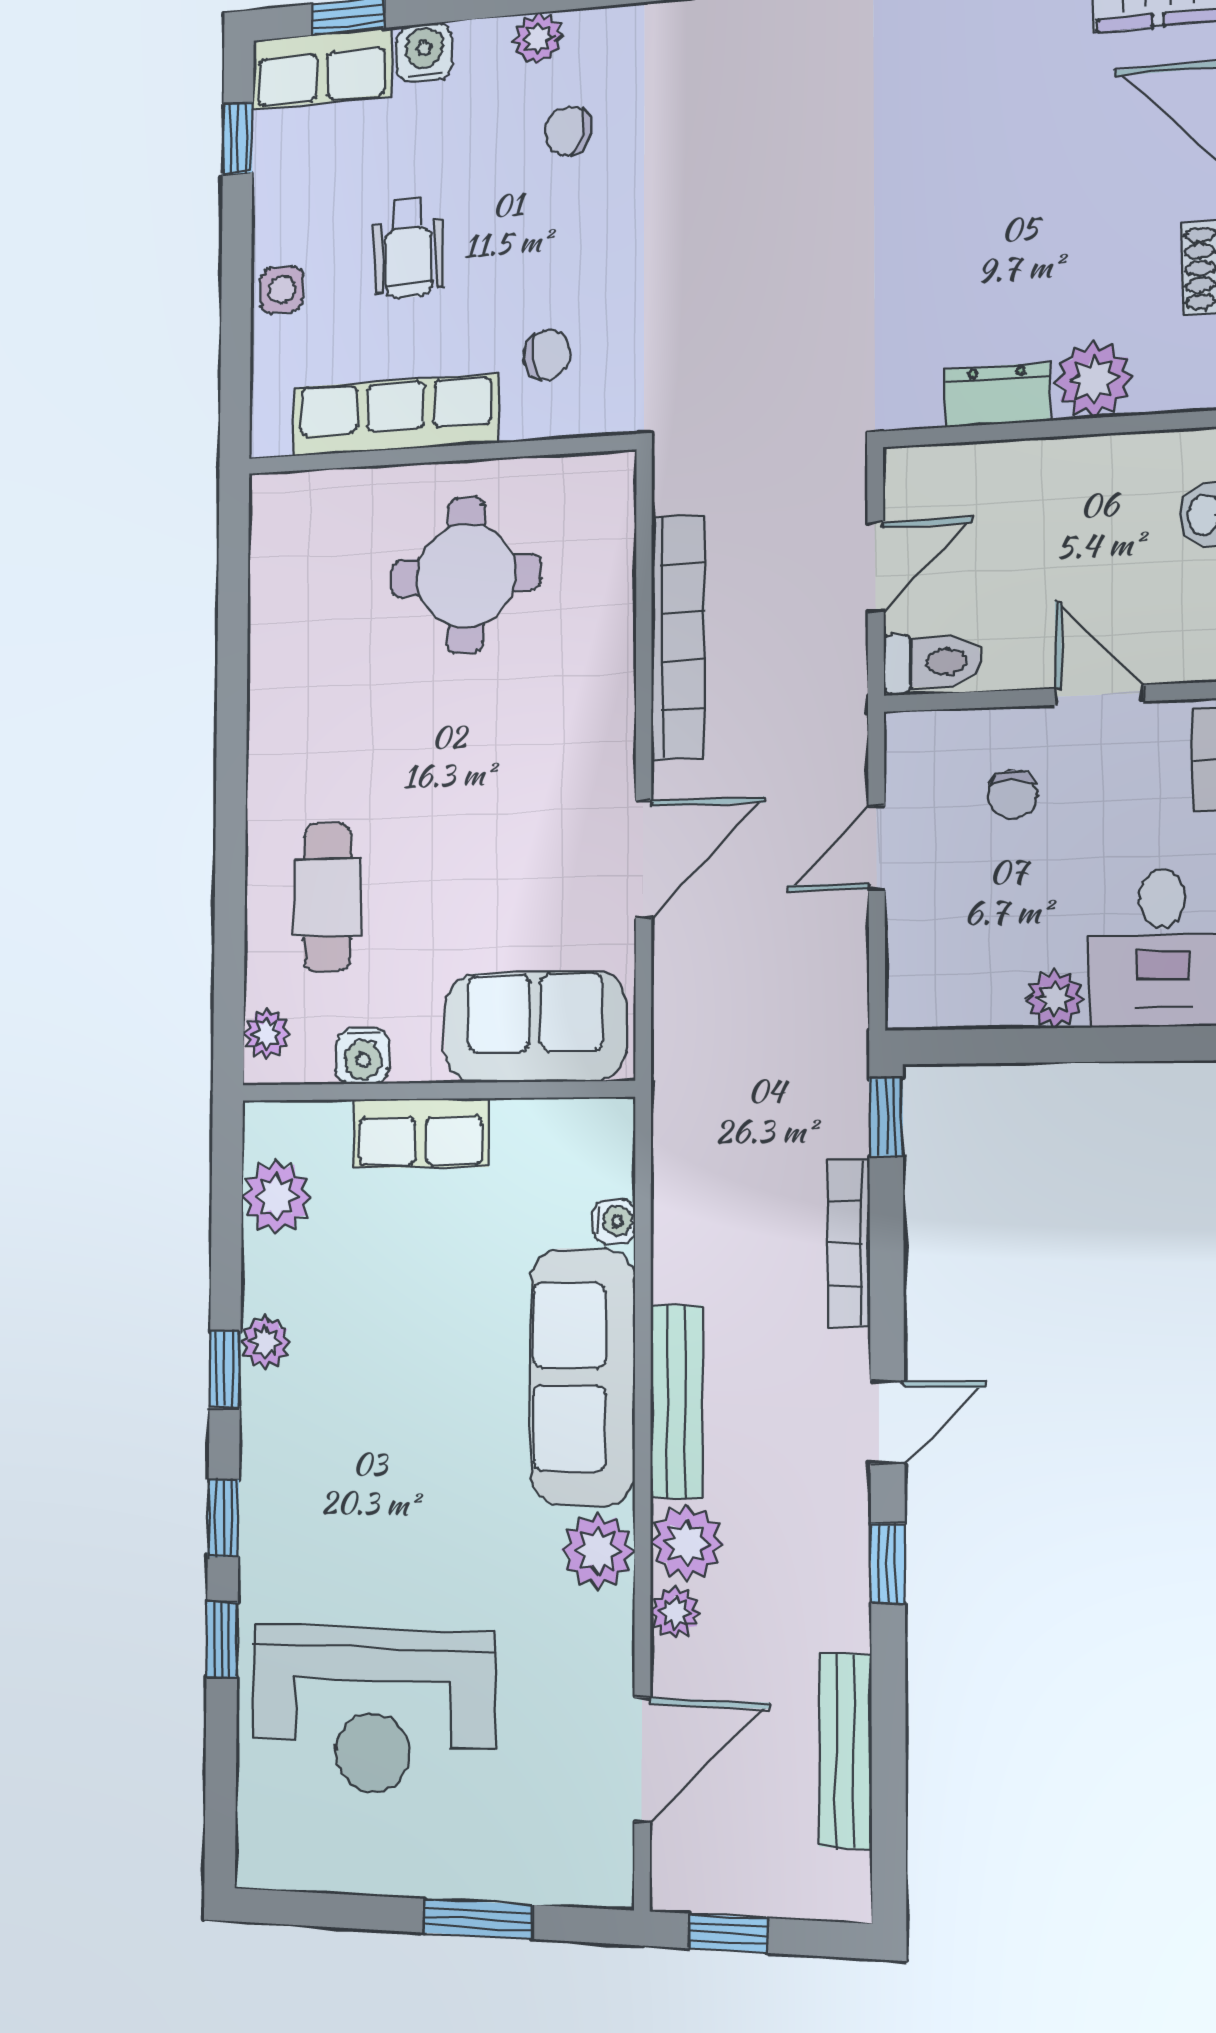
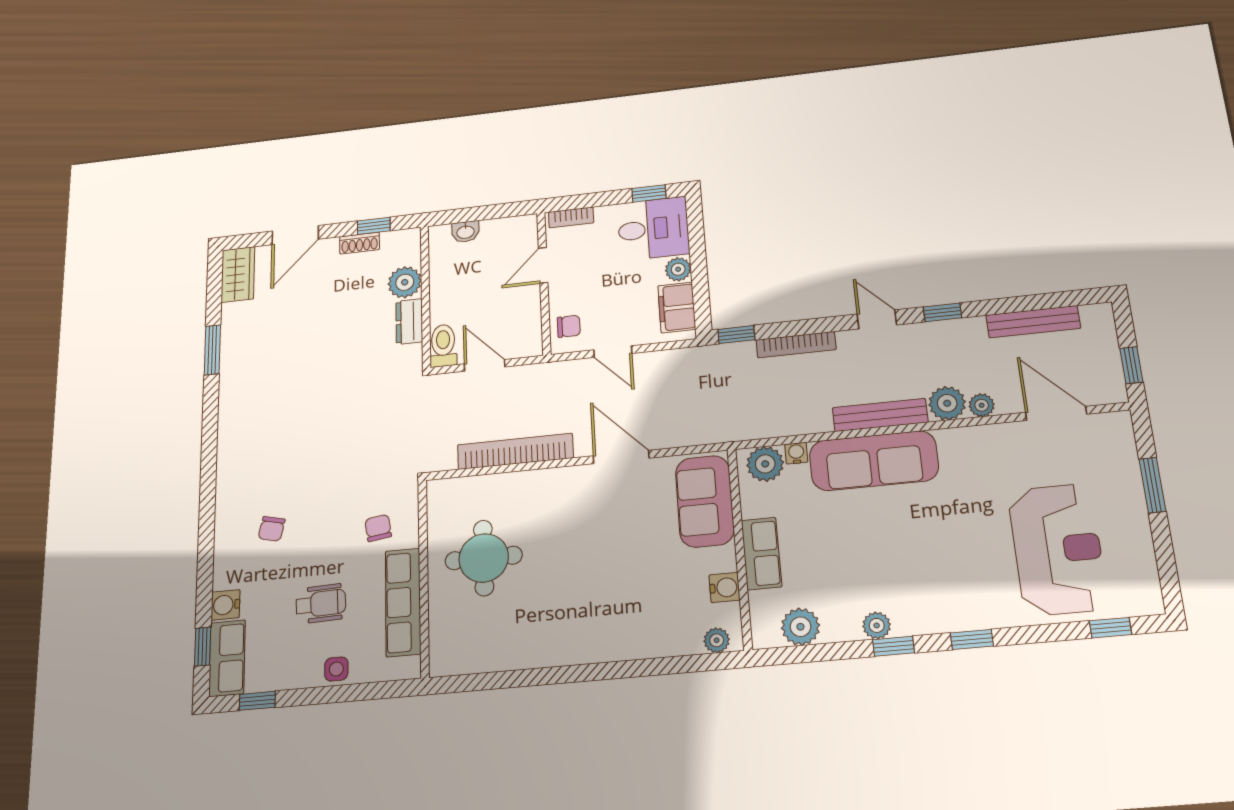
plant: (538, 38) -> (226, 548), removed
toilet: (933, 662) -> (443, 345), moved
chair: (1013, 795) -> (569, 326), moved
cafe table: (328, 897) -> (645, 614), removed
filing cabinet: (964, 991) -> (677, 307), added
plant: (598, 1551) -> (765, 464), moved
window: (222, 1640) -> (1111, 628), moved

